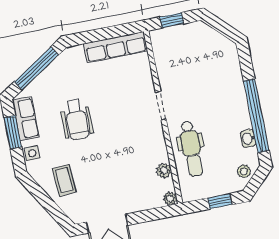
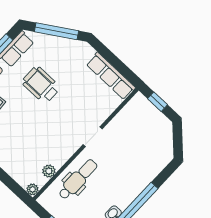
wheelchair: (77, 119) -> (41, 85), turned 90
dental chair: (191, 149) -> (78, 179), turned 180

